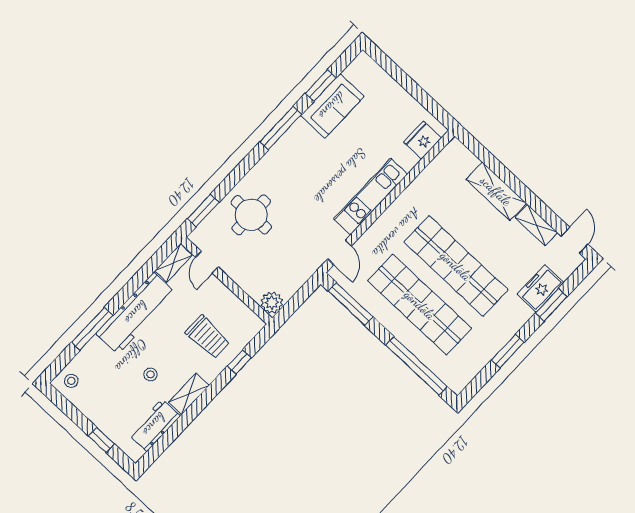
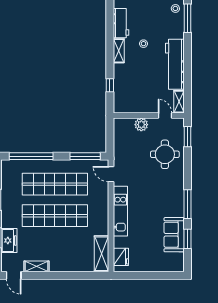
shelving: (496, 191) -> (101, 254), moved, turned 90
plant: (272, 303) -> (141, 125), moved
window: (92, 329) -> (188, 18), moved
trolley: (208, 337) -> (134, 83), removed

